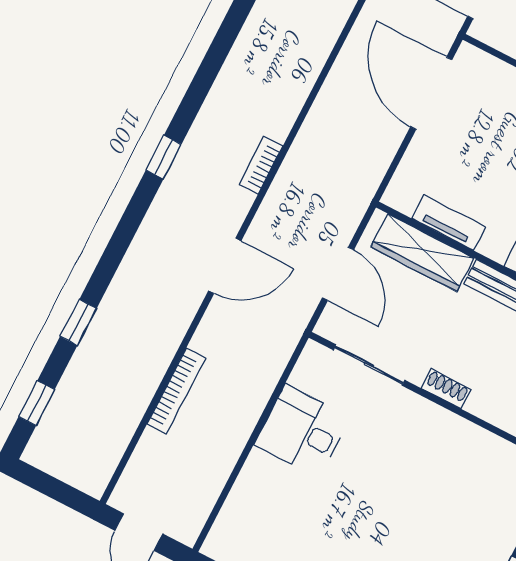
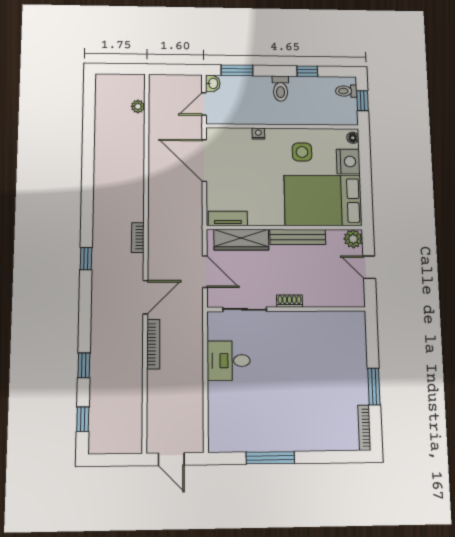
tv unit: (449, 223) -> (228, 218), moved
bookcase: (176, 391) -> (153, 344), moved

